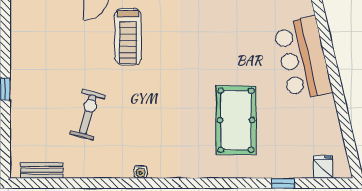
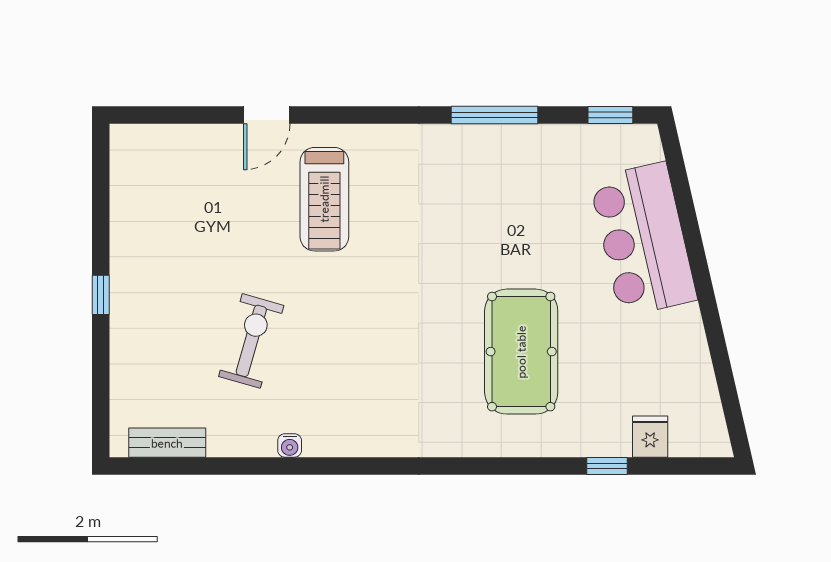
fridge: (323, 167) -> (650, 437), moved
water cooler: (141, 172) -> (290, 445), moved

